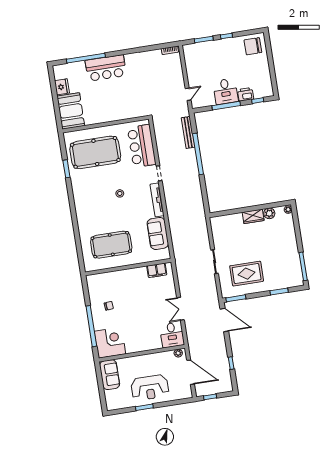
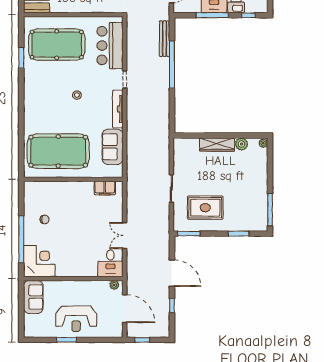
wardrobe: (253, 216) -> (217, 145), width x1.50
pool table: (111, 245) -> (58, 151), width x1.36, depth x1.32
door: (224, 320) -> (172, 273), moved

